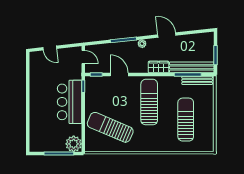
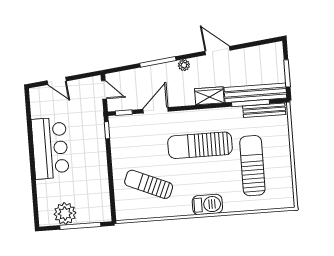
door: (119, 74) -> (156, 110), hinge flipped
bar counter: (70, 102) -> (50, 148), moved, turned 180
sun lounger: (149, 102) -> (200, 145), turned -90
sun lounger: (110, 127) -> (149, 184), width x0.73, depth x0.75
plant: (74, 144) -> (65, 214), moved
barbecue: (151, 145) -> (207, 204), added

